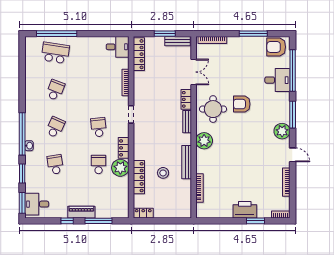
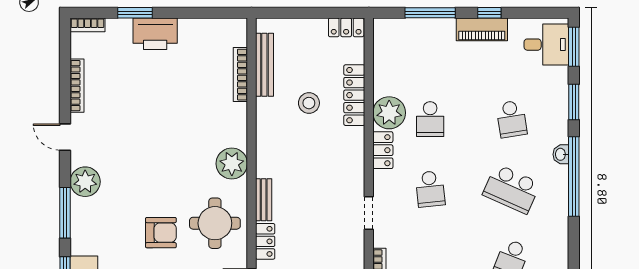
school desk: (55, 127) -> (512, 189), width x1.85
bench: (187, 162) -> (264, 65), moved
piano: (81, 212) -> (482, 29), moved

